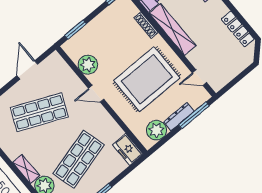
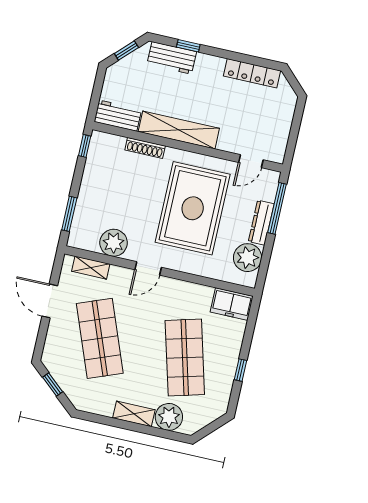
shelving: (65, 69) -> (91, 268), added
shop shelf: (39, 112) -> (100, 338), turned -45

